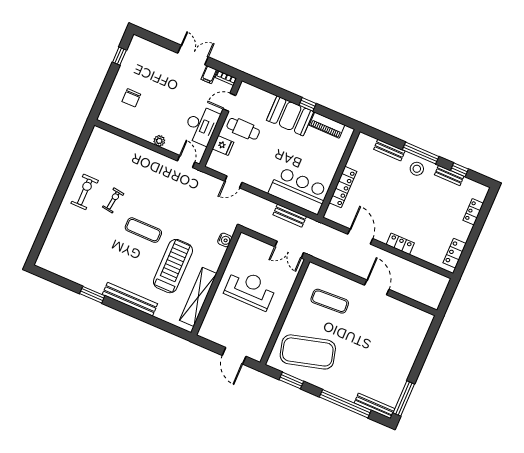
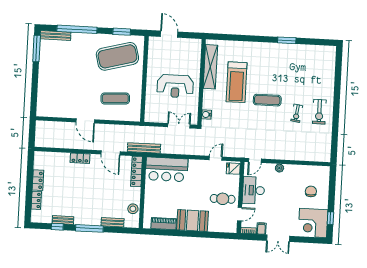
corner desk: (143, 58) -> (313, 223), added
window: (308, 104) -> (183, 233), removed
fridge: (223, 146) -> (233, 169), moved
door: (186, 161) -> (255, 160), hinge flipped
stool: (417, 169) -> (133, 209), moved
locker: (343, 187) -> (137, 171), moved
bench: (290, 216) -> (144, 148), moved, width x1.36
double door: (289, 250) -> (179, 126), moved
locker: (455, 253) -> (38, 180), moved
bench: (130, 299) -> (259, 47), removed

